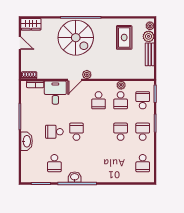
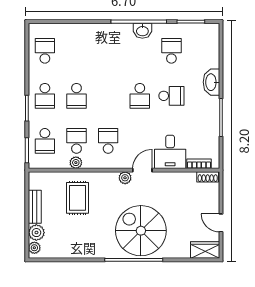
rug: (124, 37) -> (78, 198), moved

